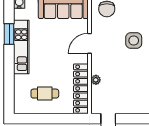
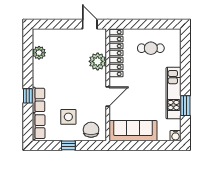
side table: (134, 40) -> (68, 117), moved
plant: (96, 80) -> (98, 61), width x1.87, depth x1.87

